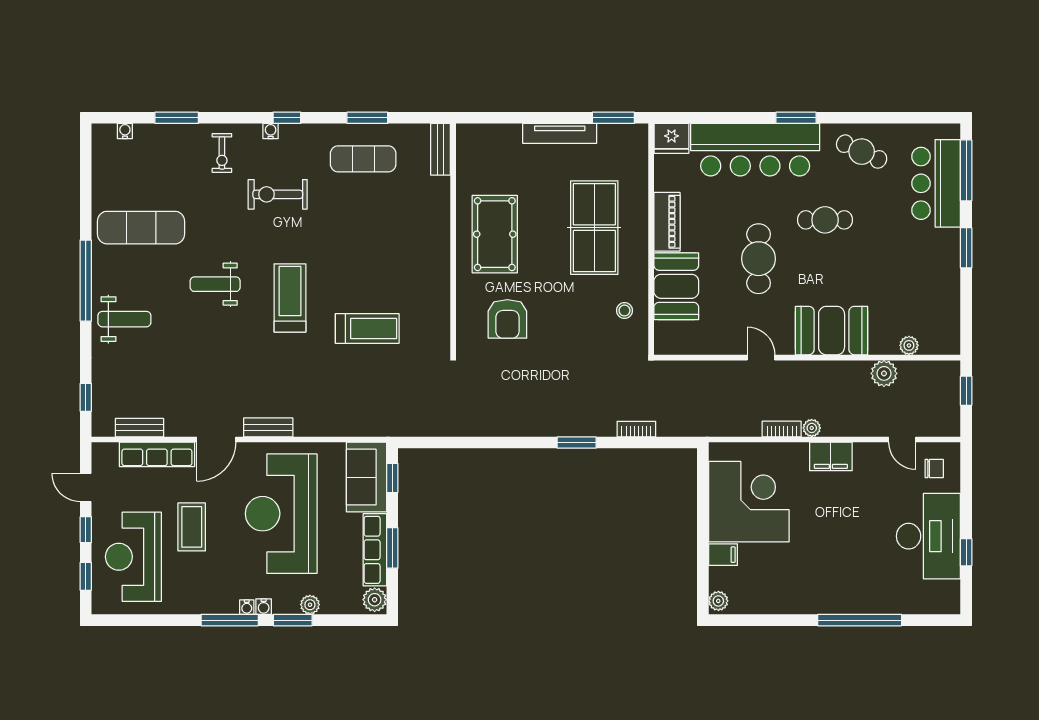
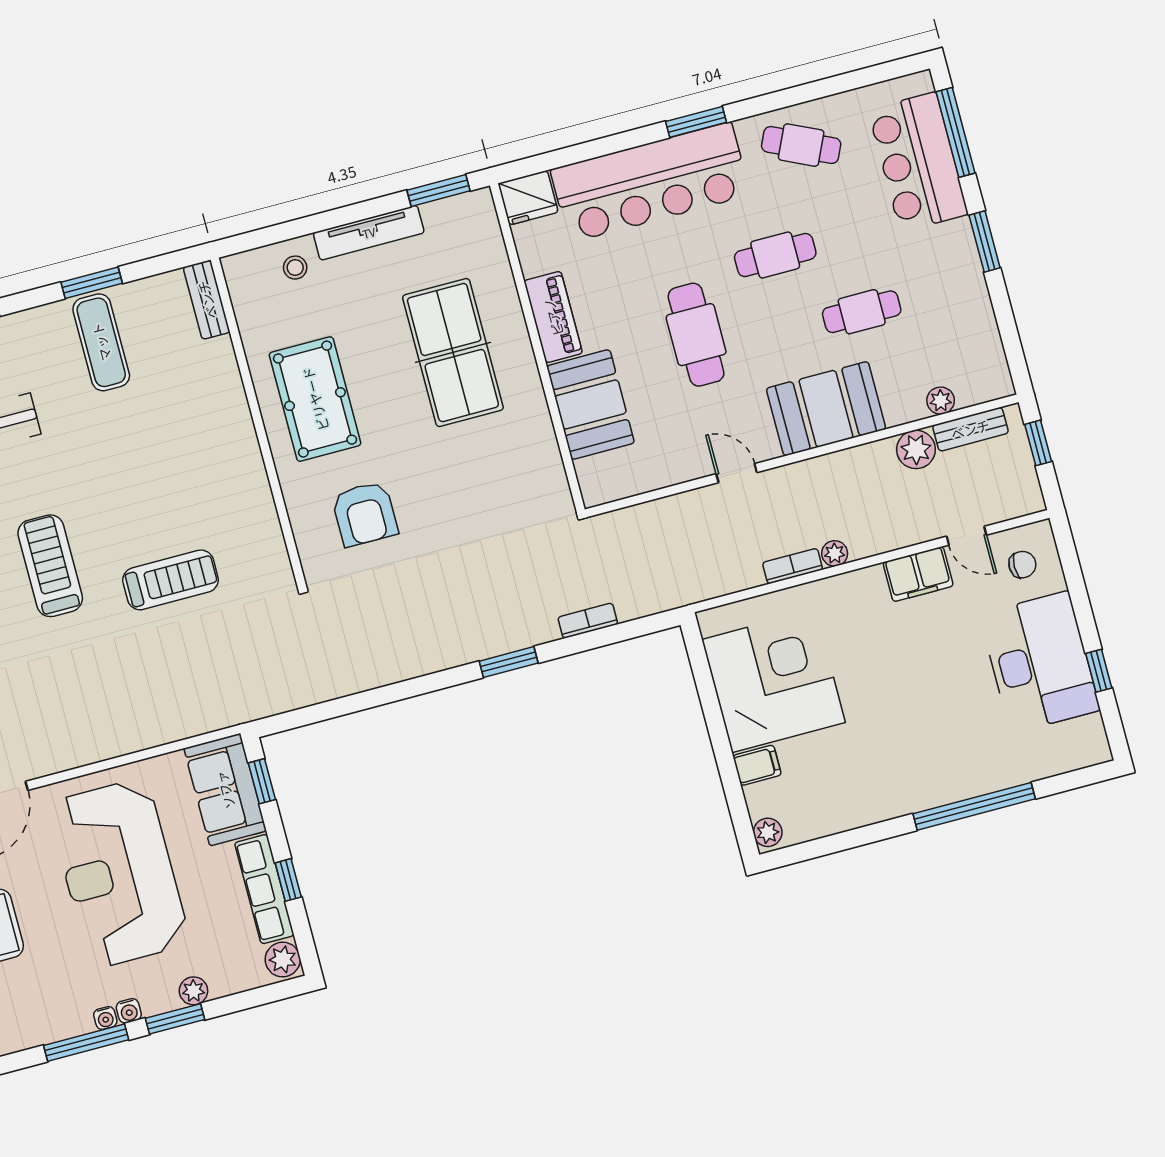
exercise mat: (363, 159) -> (101, 342), turned 90
cafe table: (872, 273) -> (862, 312), added
stool: (624, 311) -> (295, 268), moved
bench: (268, 427) -> (970, 429), moved
filing cabinet: (831, 456) -> (918, 574), moved
window: (392, 548) -> (288, 880), width x0.67

